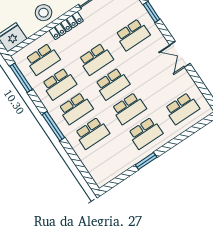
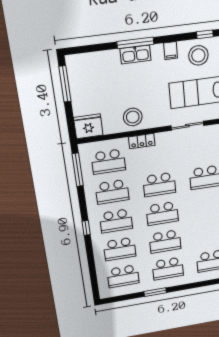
locker: (66, 26) -> (142, 141), width x0.66
window: (53, 126) -> (86, 228), width x0.46
school desk: (109, 158) -> (123, 276), added

